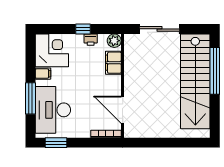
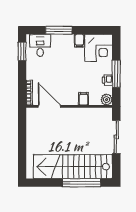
window: (83, 29) -> (116, 74), width x2.17
filing cabinet: (113, 63) -> (83, 99), width x0.50
desk: (53, 110) -> (40, 45), width x0.53, depth x0.77
door: (123, 110) -> (49, 106), hinge flipped

